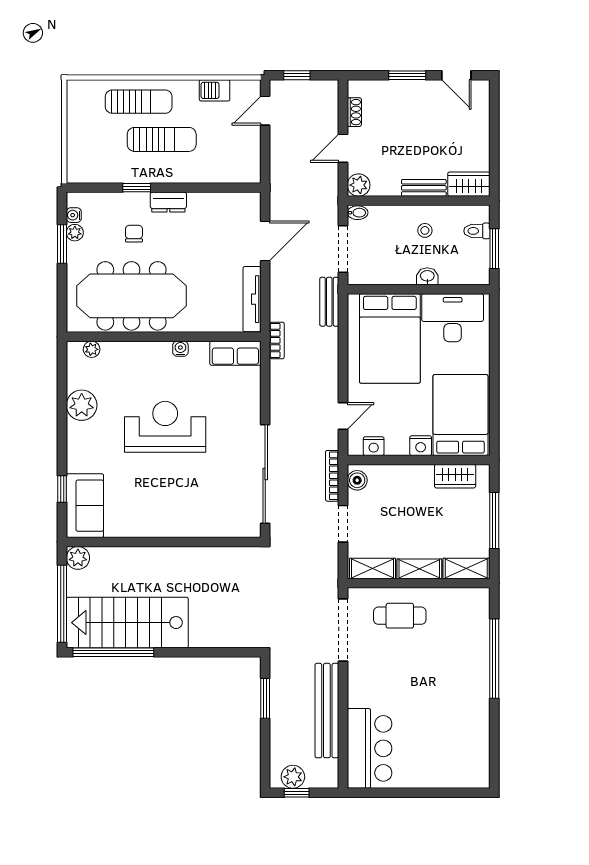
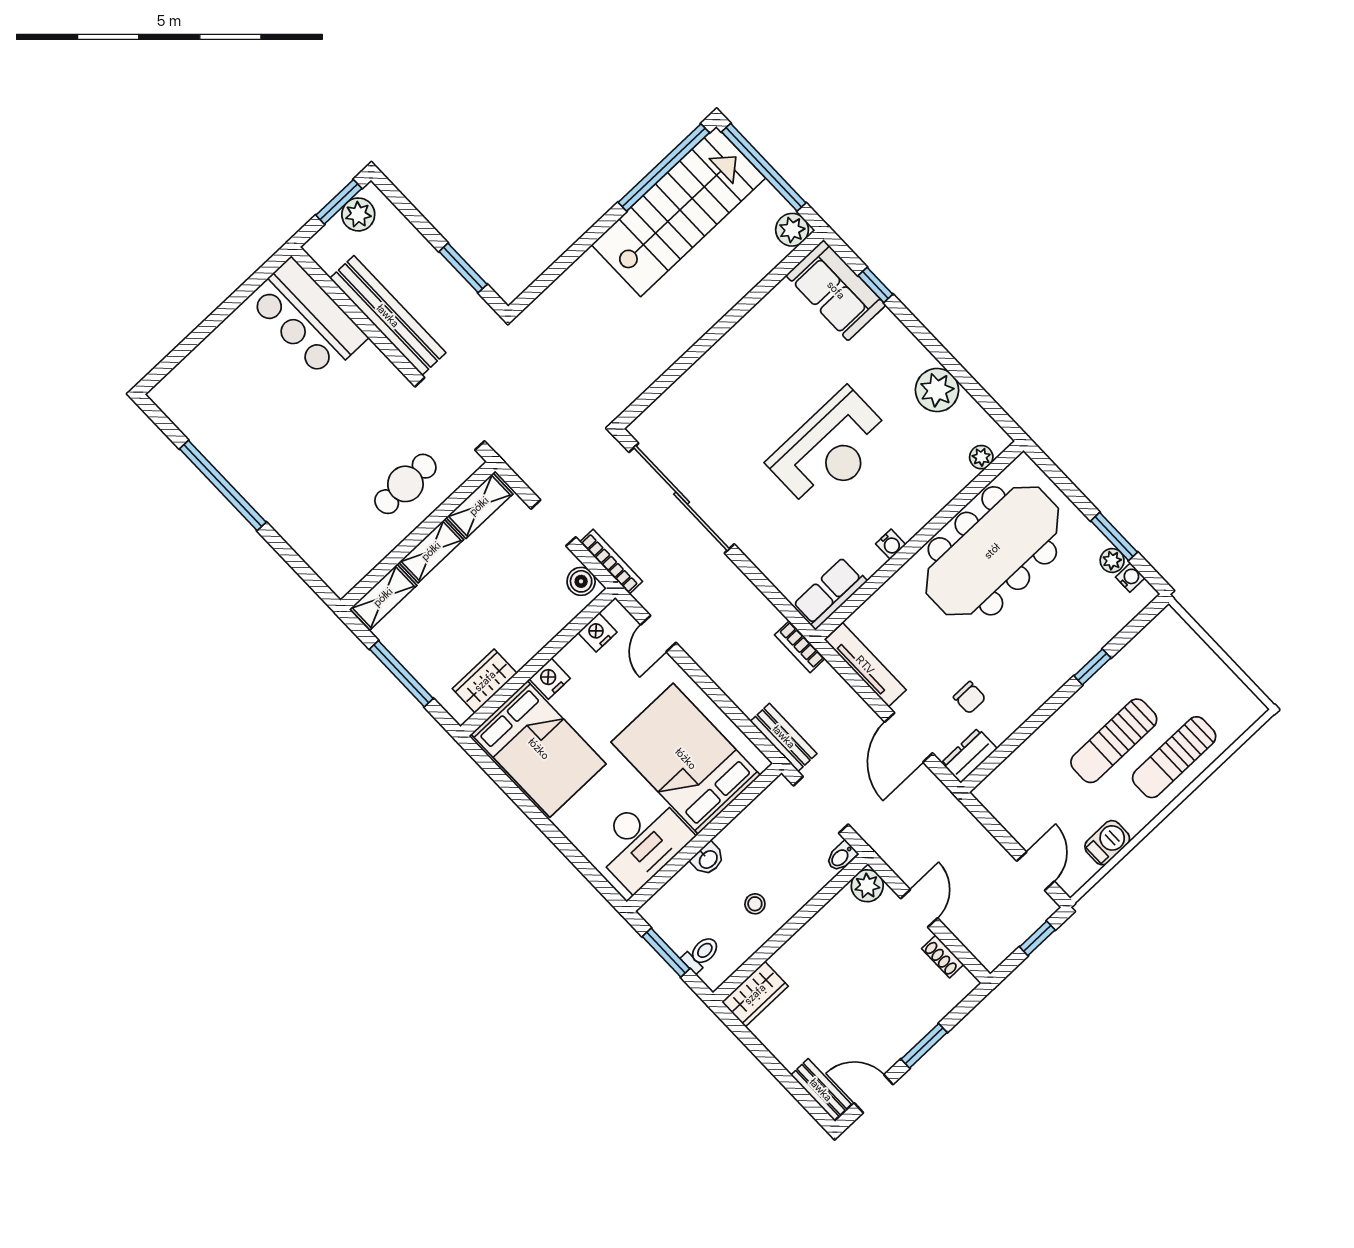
bench: (424, 188) -> (821, 1090), moved, turned 90
dresser: (168, 202) -> (969, 756), moved
chair: (134, 234) -> (970, 698), moved
window: (494, 659) -> (223, 486), moved
window: (297, 793) -> (339, 202), width x1.50

